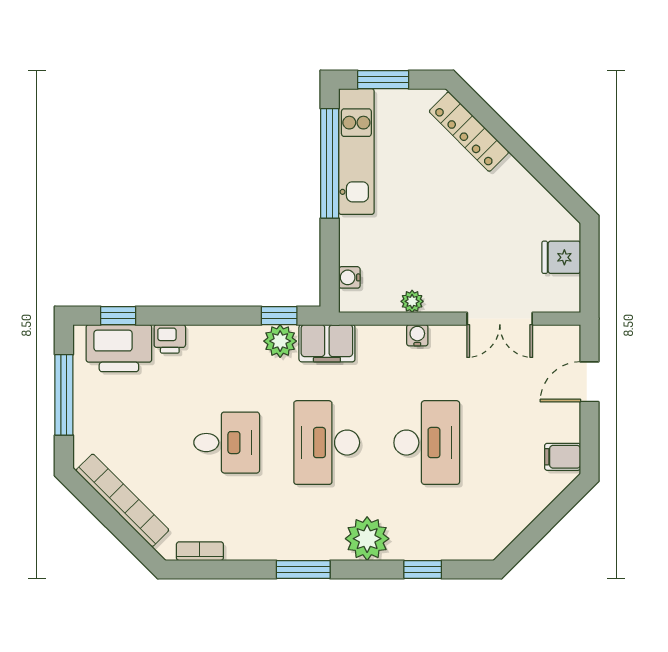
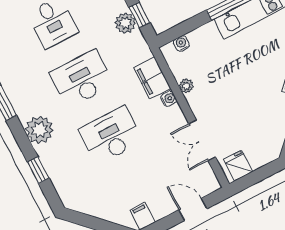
fridge: (561, 257) -> (238, 166), moved
filing cabinet: (327, 343) -> (152, 78), moved
desk: (427, 443) -> (111, 135), turned 180

